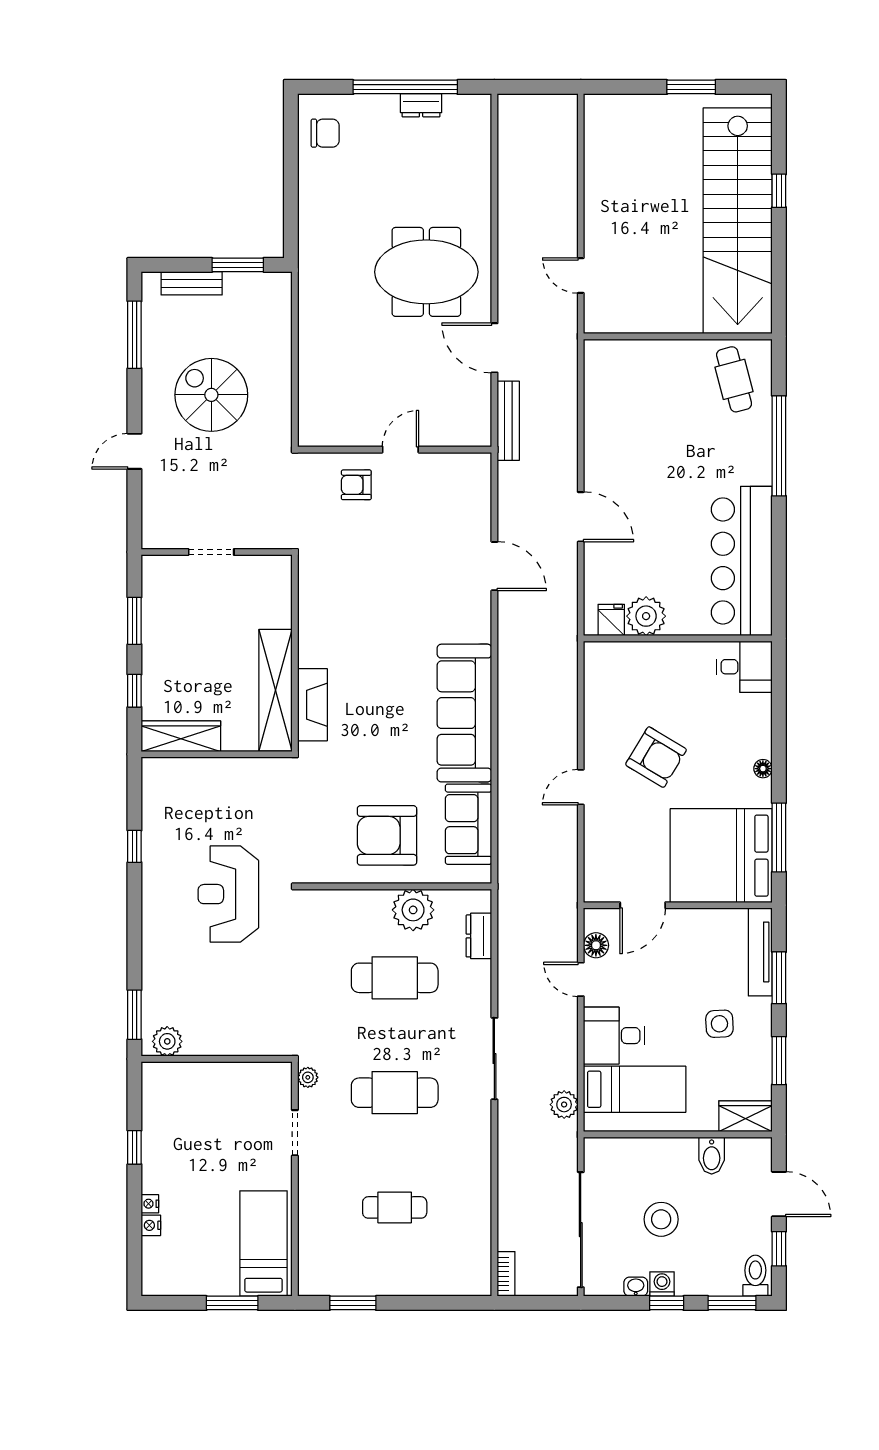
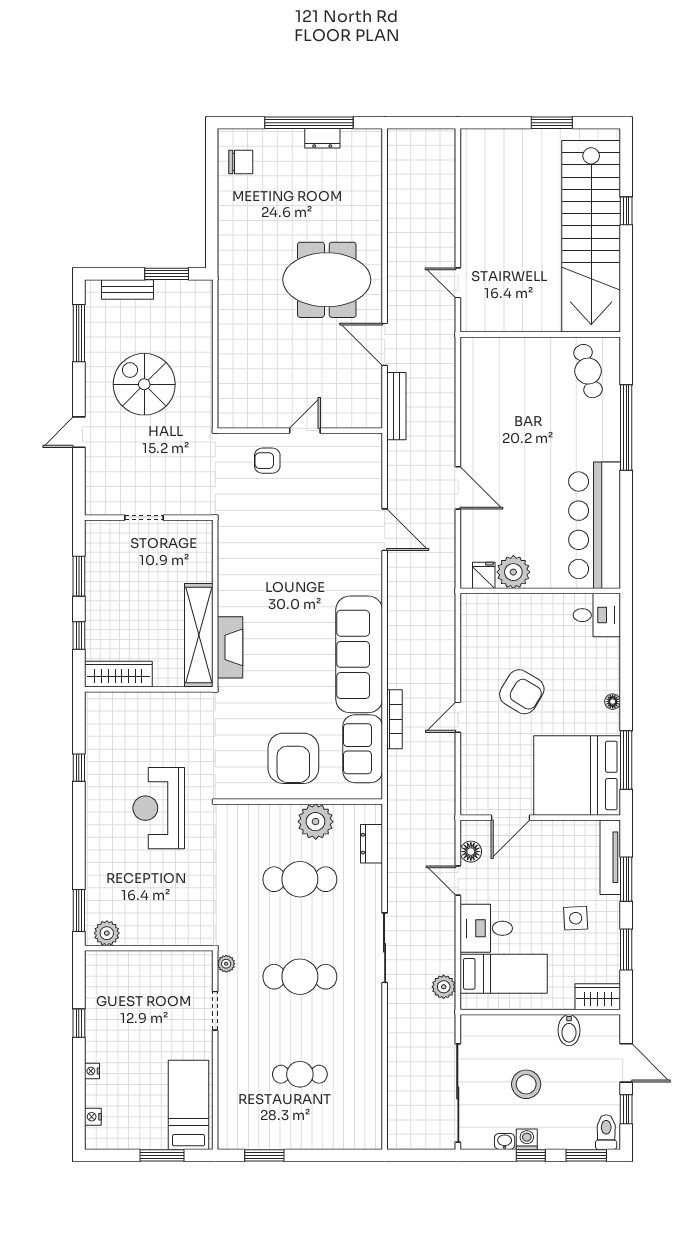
armchair: (387, 835) -> (293, 758), turned -90
nightstand: (151, 1225) -> (93, 1117), moved
bookcase: (506, 1274) -> (394, 719), moved, width x1.56

